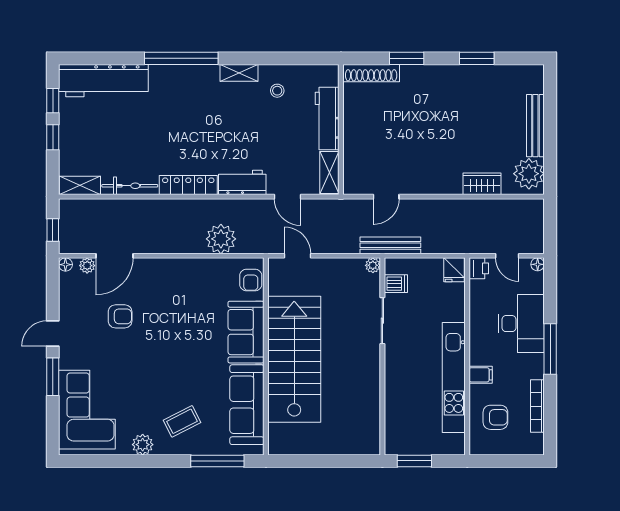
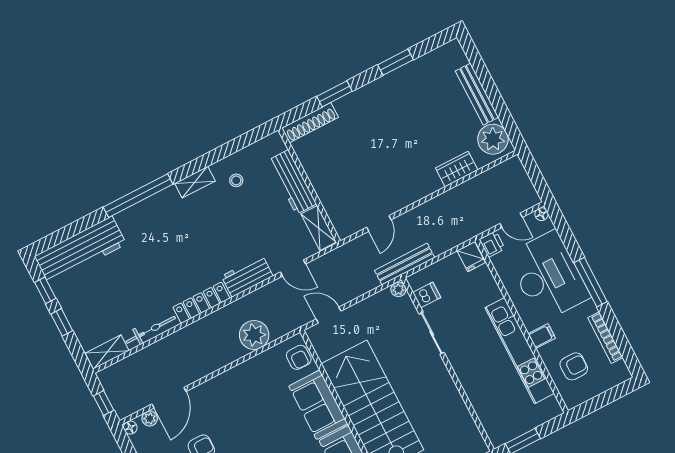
desk: (521, 324) -> (548, 276), width x1.36, depth x1.30

